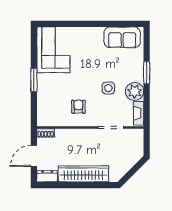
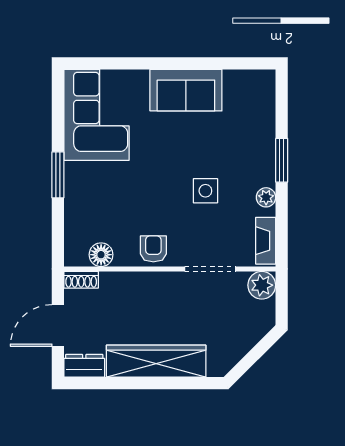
sofa: (122, 37) -> (186, 90), moved
plant: (135, 91) -> (266, 197), width x0.53, depth x0.53
armchair: (78, 107) -> (153, 249), moved
floor lamp: (56, 120) -> (101, 255), added
plant: (137, 136) -> (262, 285), added

